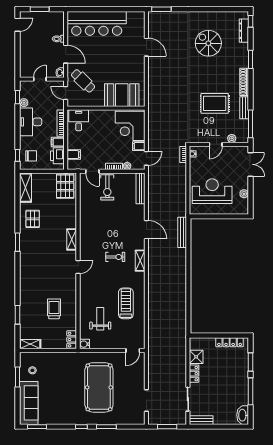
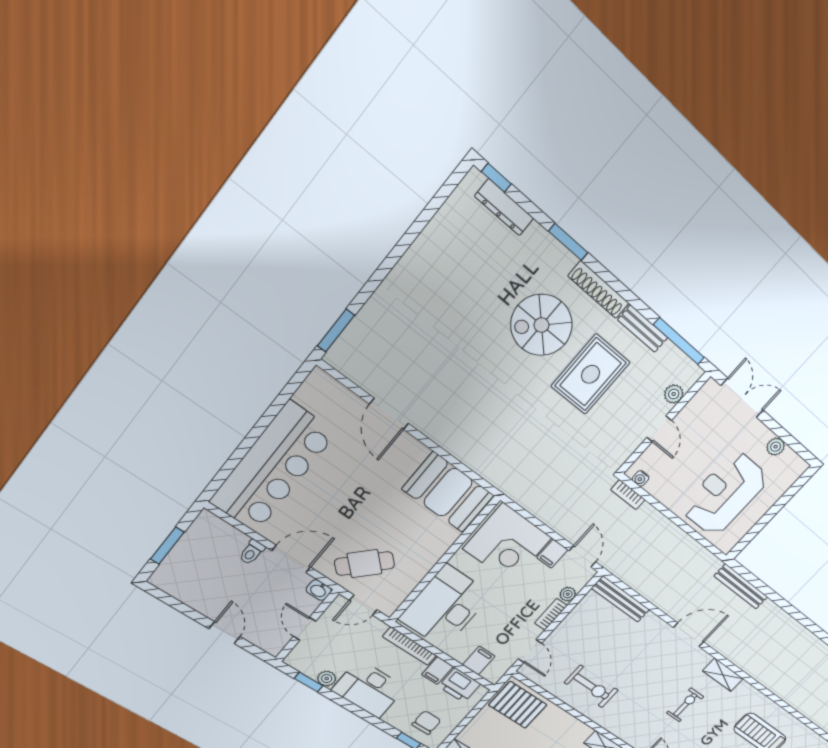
door: (17, 25) -> (224, 633), moved
spiral stairs: (208, 43) -> (541, 325), moved
door: (146, 47) -> (389, 414), swing flipped
booth: (122, 95) -> (448, 492), moved, turned 90
desk: (79, 120) -> (445, 607), width x1.87, depth x1.30
door: (92, 171) -> (530, 651), hinge flipped
exercise bike: (107, 187) -> (591, 686), moved

